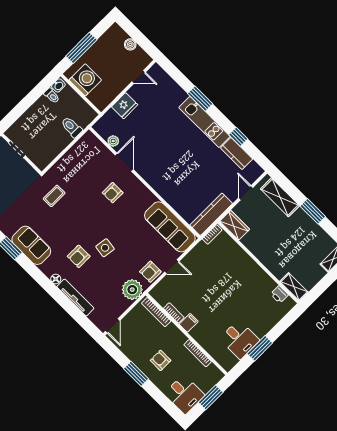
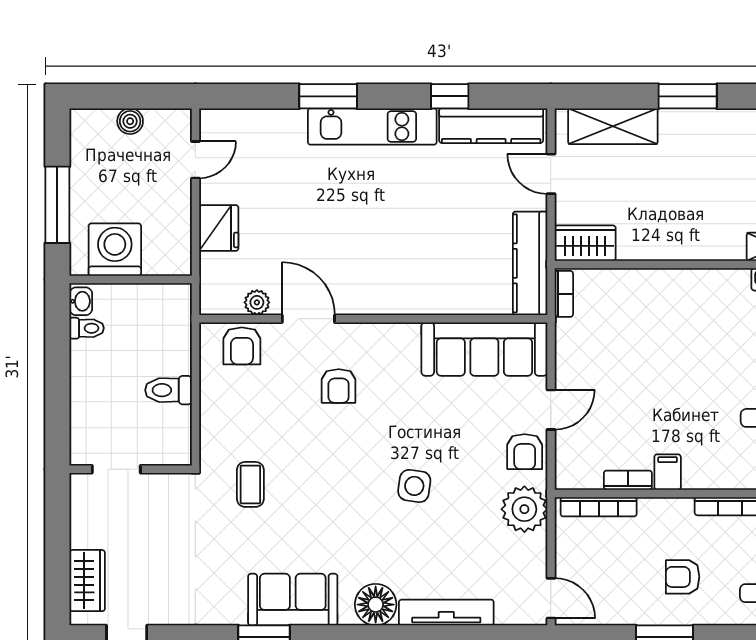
toilet: (72, 127) -> (168, 390), moved
kitchen counter: (237, 154) -> (491, 126), width x1.50
armchair: (79, 256) -> (242, 346), moved
floor lamp: (56, 279) -> (376, 605), width x1.89, depth x1.89

